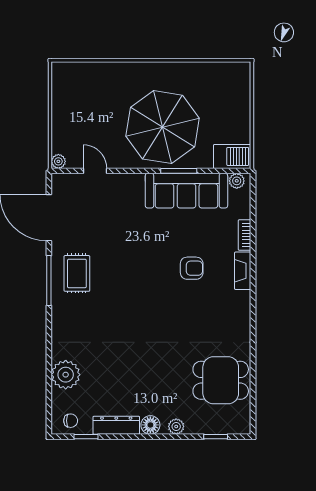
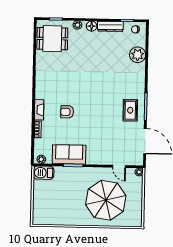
parasol: (163, 127) -> (106, 200), moved
sofa: (186, 191) -> (69, 154), width x0.73
dining table: (221, 380) -> (52, 39), moved

